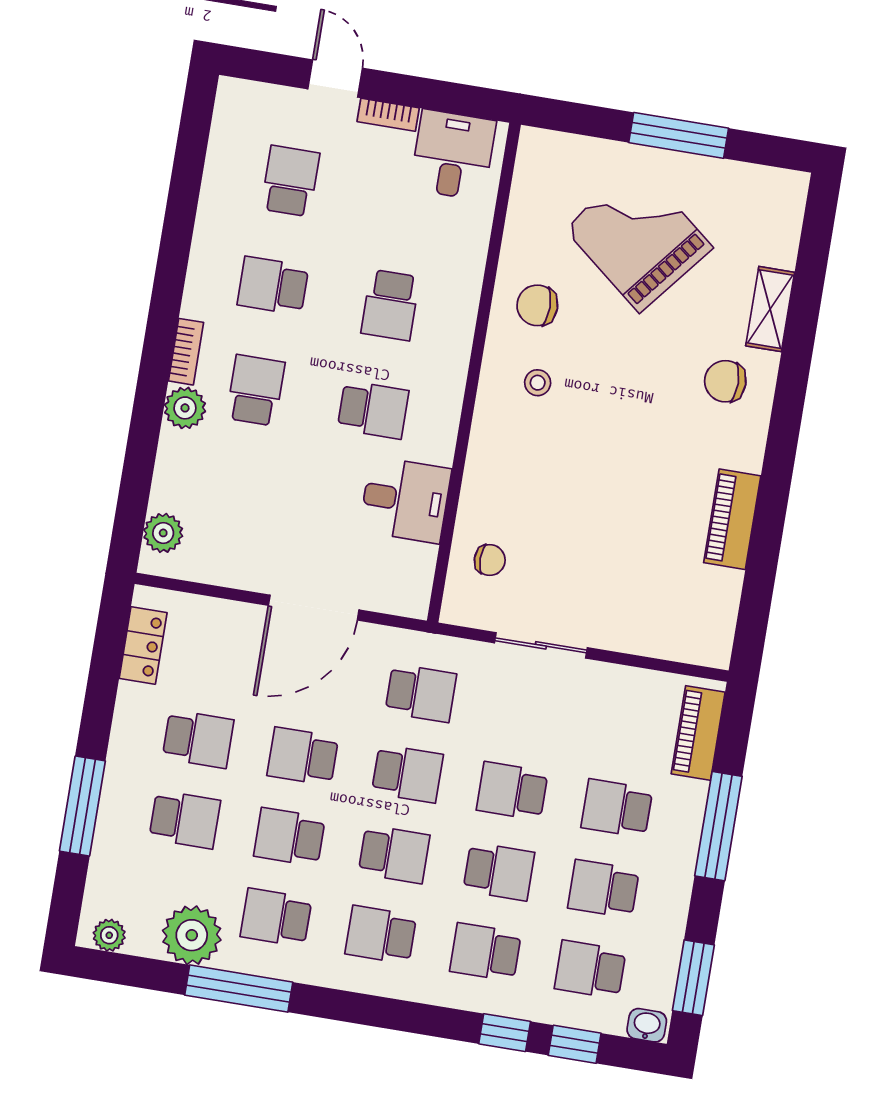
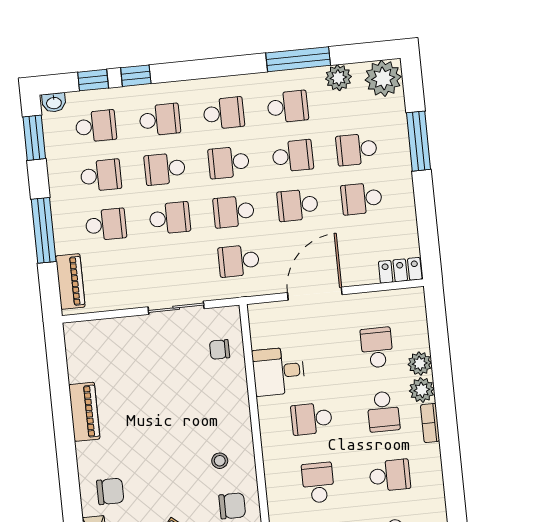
school desk: (238, 495) -> (377, 348), added
plant: (163, 533) -> (420, 364), moved
locker: (143, 645) -> (400, 270), moved, turned 90
school desk: (303, 756) -> (298, 205), turned 180
plant: (109, 935) -> (383, 78), width x1.88, depth x1.88
plant: (192, 935) -> (338, 78), width x0.73, depth x0.73

